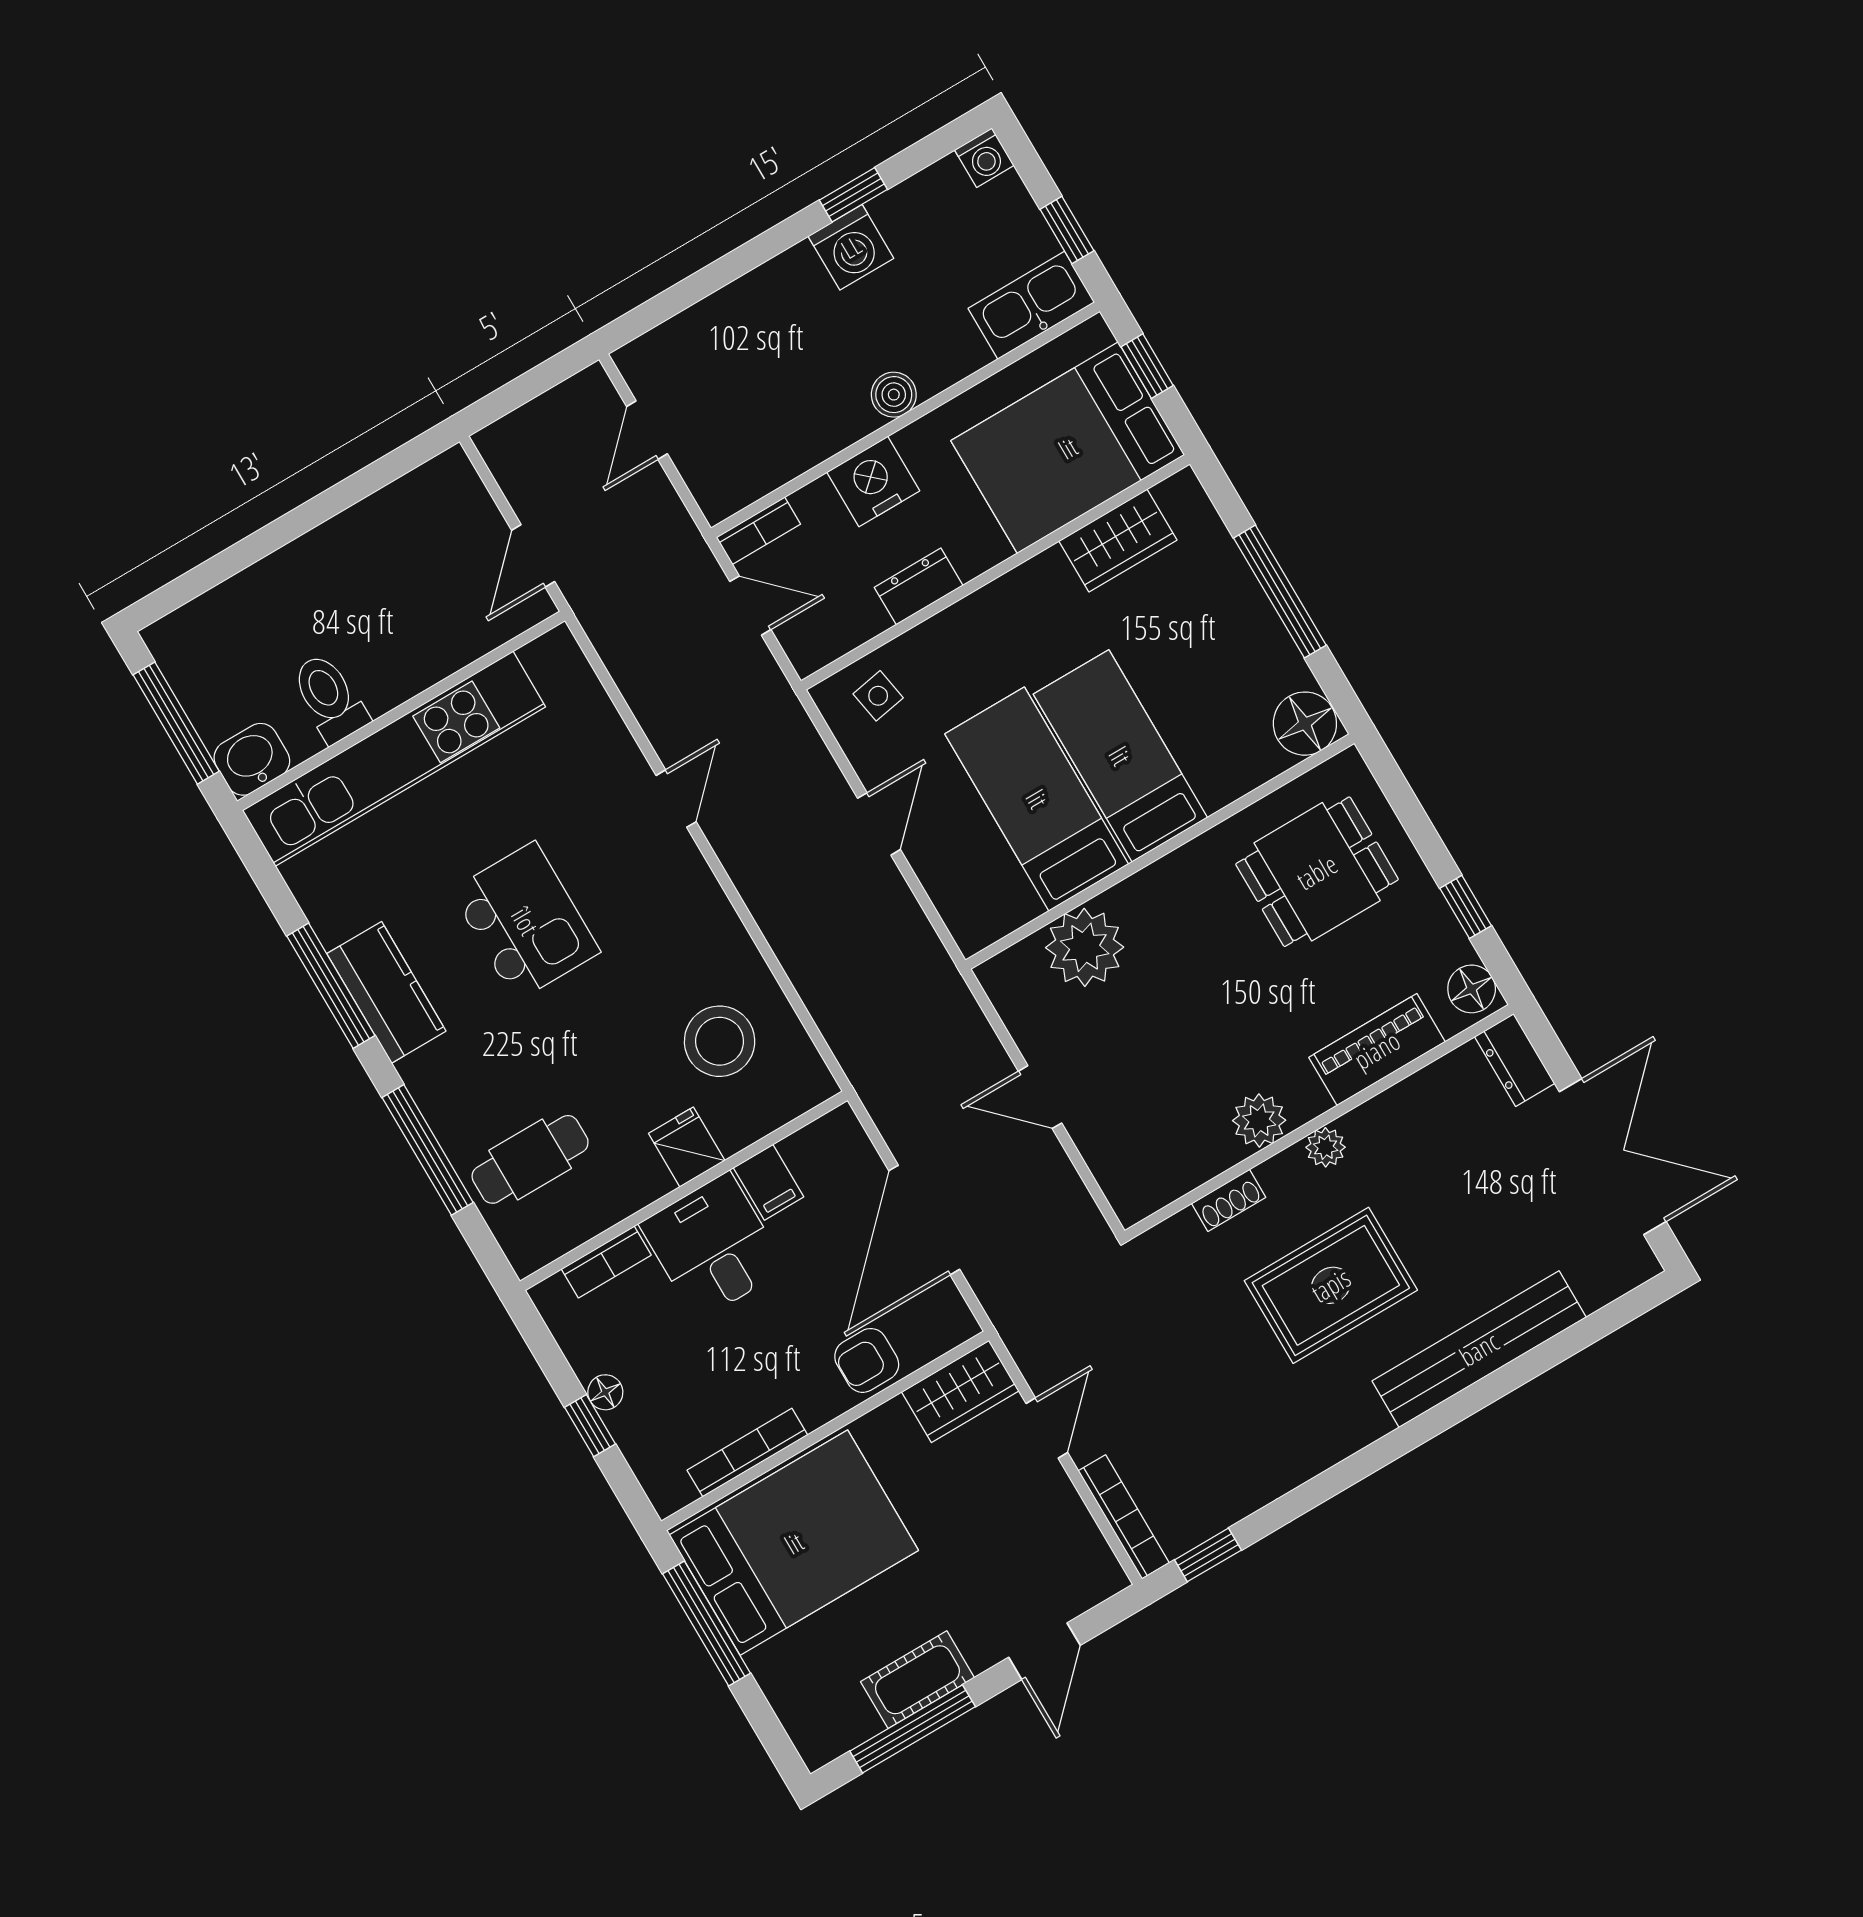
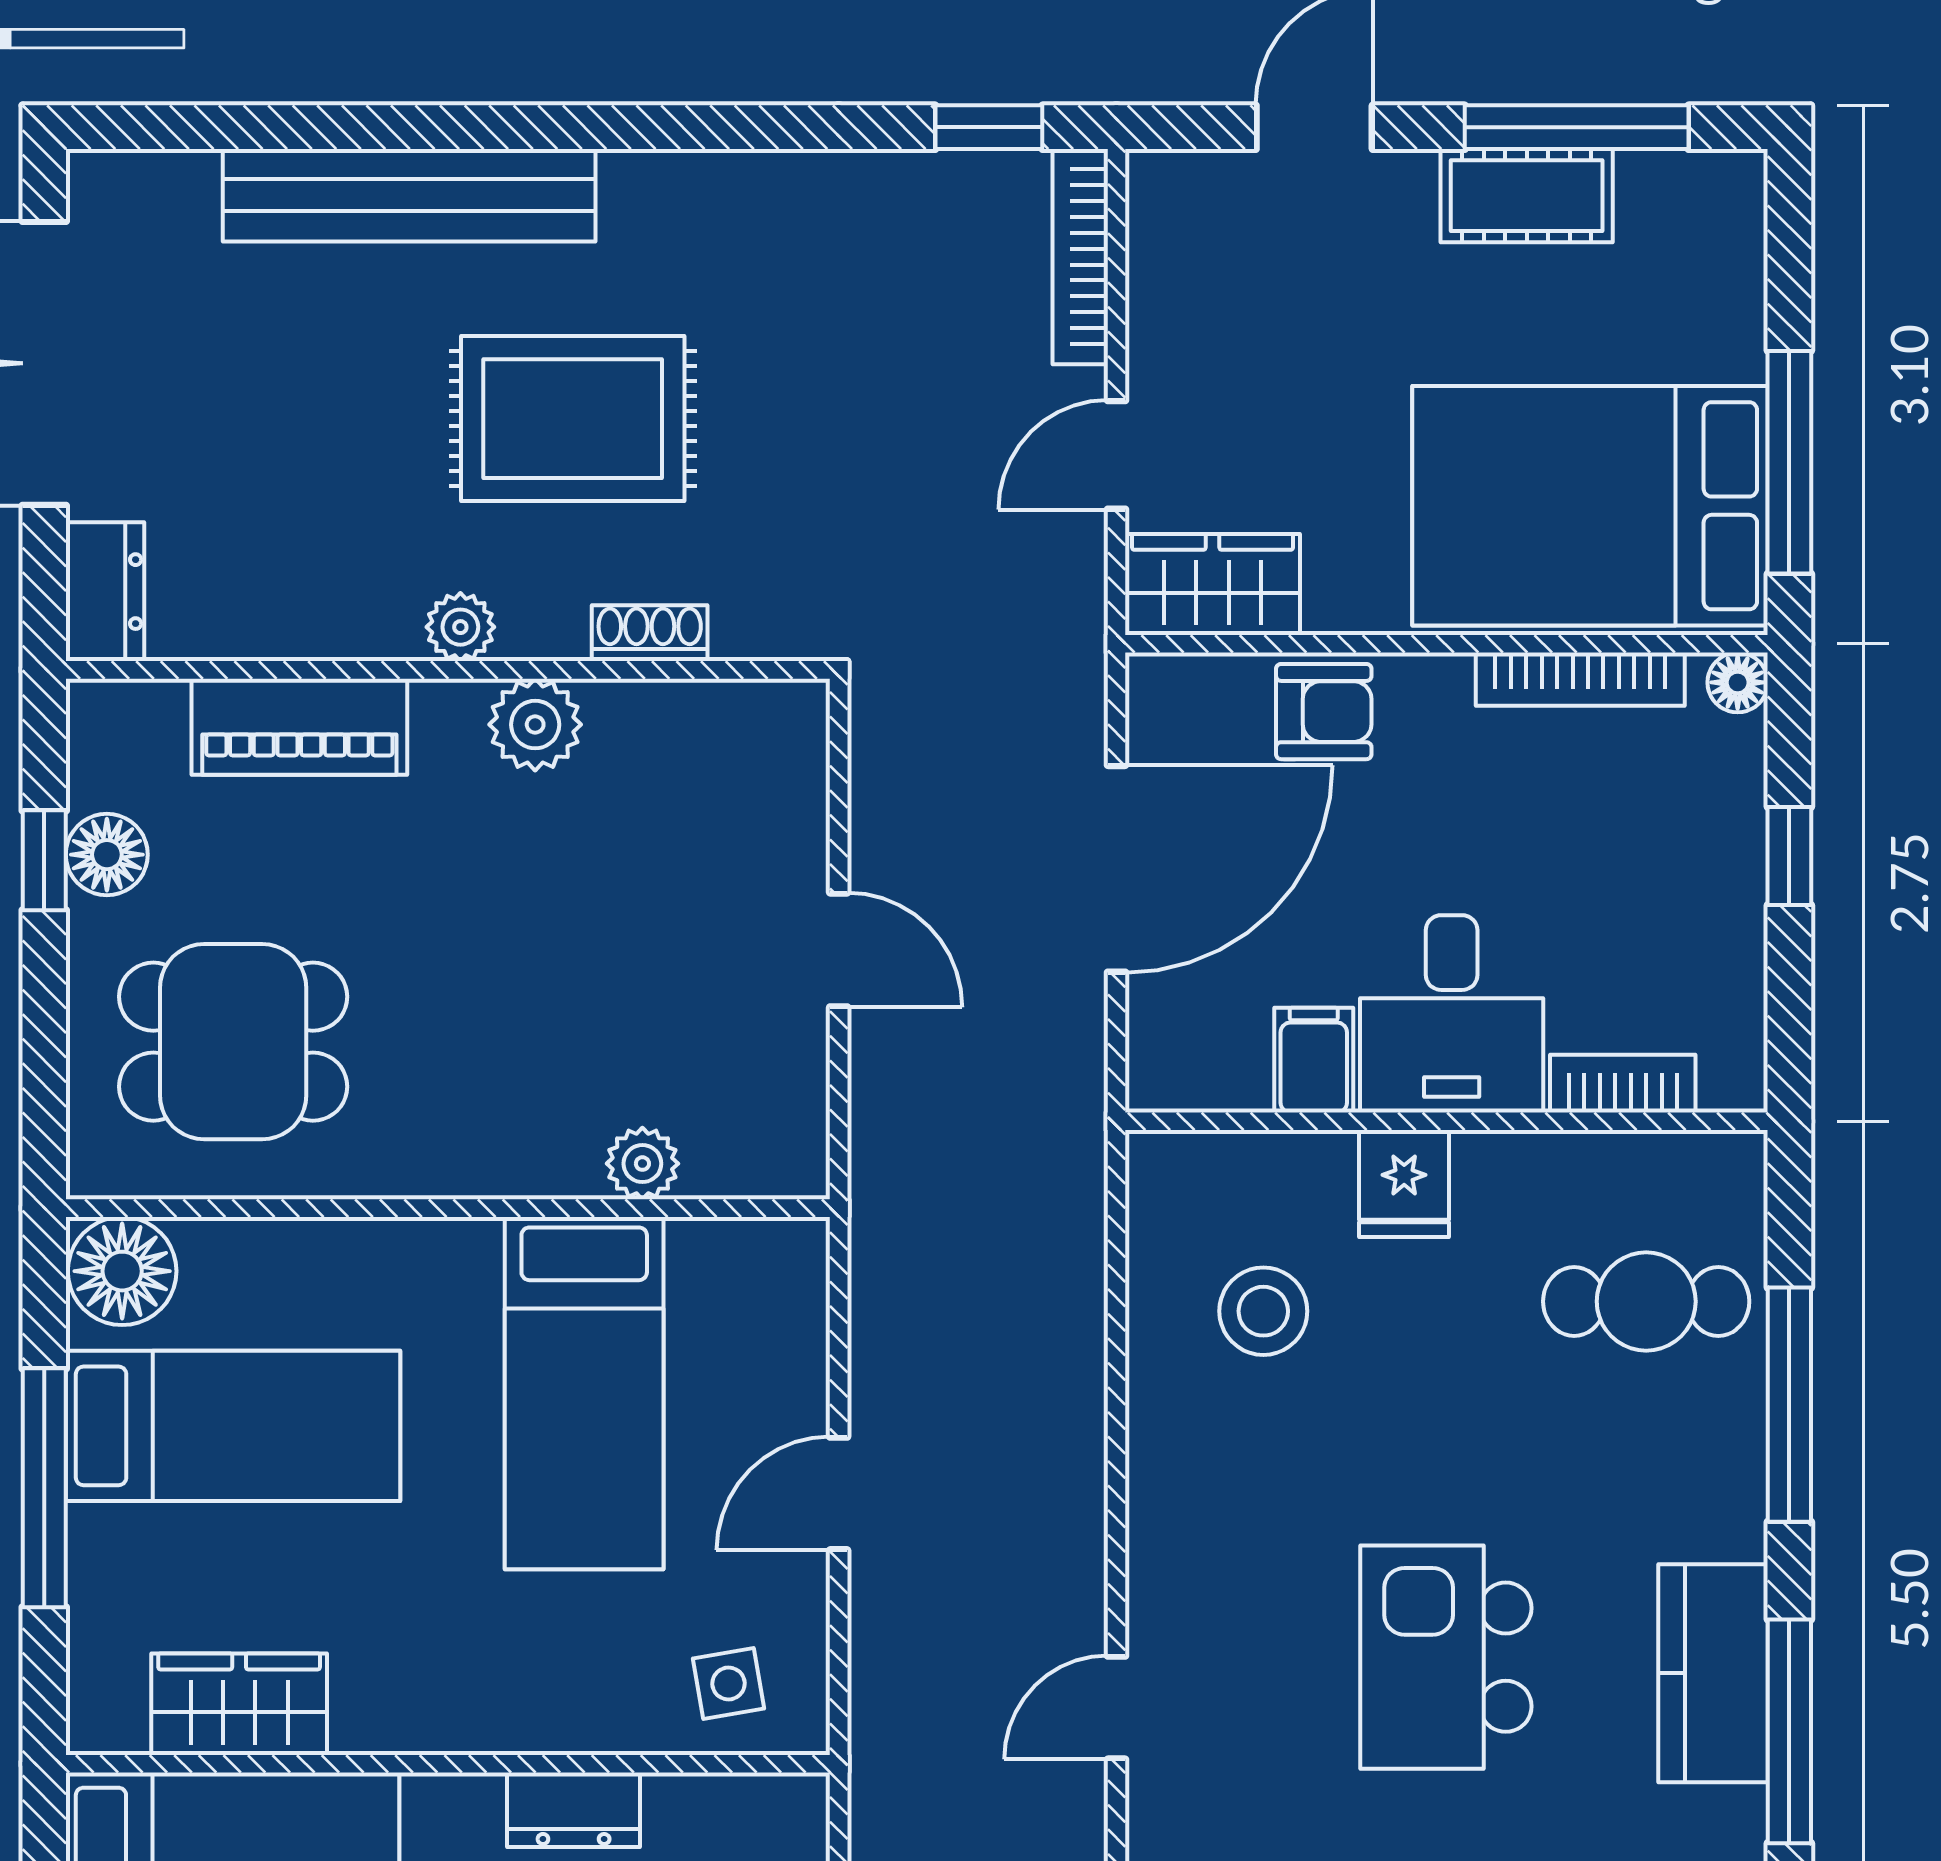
bed: (1120, 756) -> (233, 1426), moved, turned -90
plant: (1085, 947) -> (642, 1164), width x0.53, depth x0.53
floor lamp: (1472, 989) -> (107, 855), moved
stool: (720, 1041) -> (1263, 1311), width x0.73, depth x0.73
floor lamp: (605, 1392) -> (1738, 682), moved

